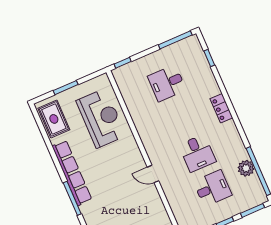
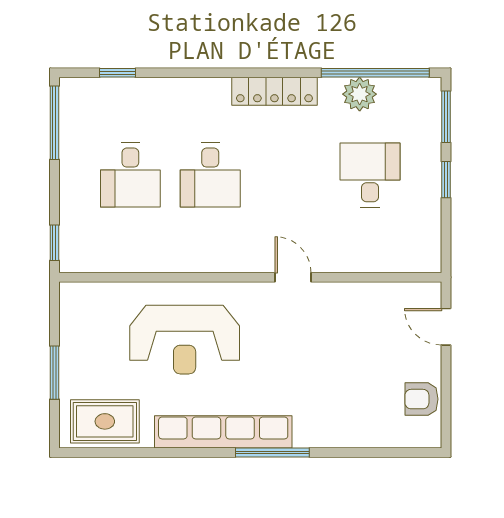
locker: (221, 108) -> (274, 91), moved, width x1.53
reception desk: (101, 118) -> (185, 340), moved, turned 180
desk: (197, 153) -> (210, 175), moved, turned 90
door: (153, 174) -> (293, 277), swing flipped

